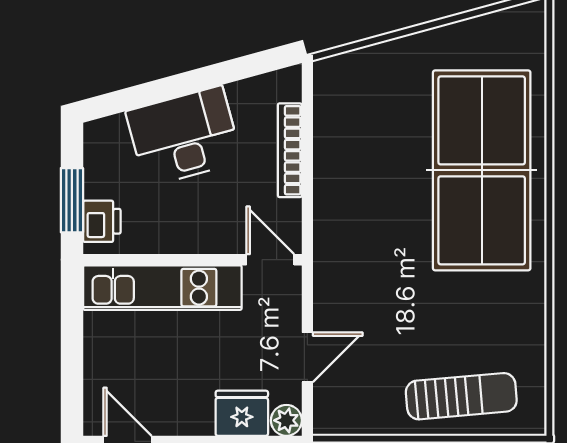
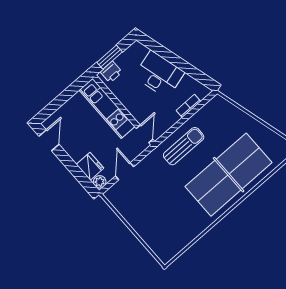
bookcase: (290, 150) -> (188, 106), width x0.64
door: (307, 357) -> (125, 171), swing flipped
sun lounger: (461, 396) -> (184, 146), moved, turned -85

